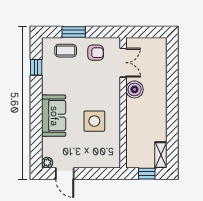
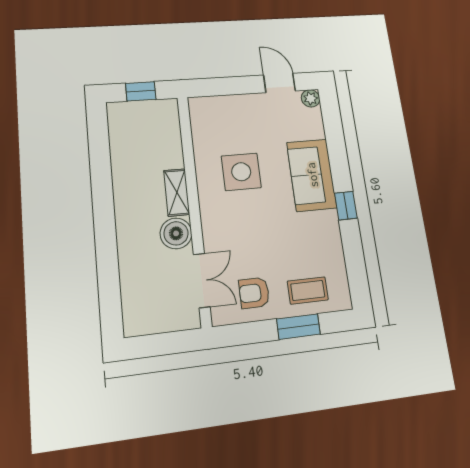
double door: (123, 63) -> (202, 280), swing flipped
window: (36, 67) -> (346, 206), moved
shelving: (161, 155) -> (177, 192), moved

